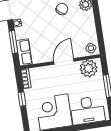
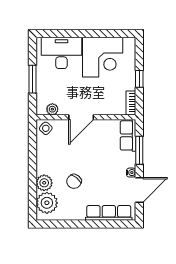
plant: (89, 68) -> (52, 109), width x0.53, depth x0.53

